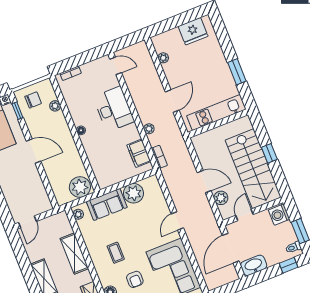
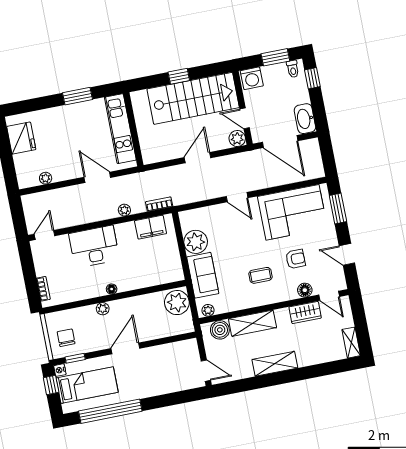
plant: (55, 106) -> (103, 309), moved
plant: (221, 198) -> (237, 139), moved
boiler: (64, 227) -> (220, 330), added

